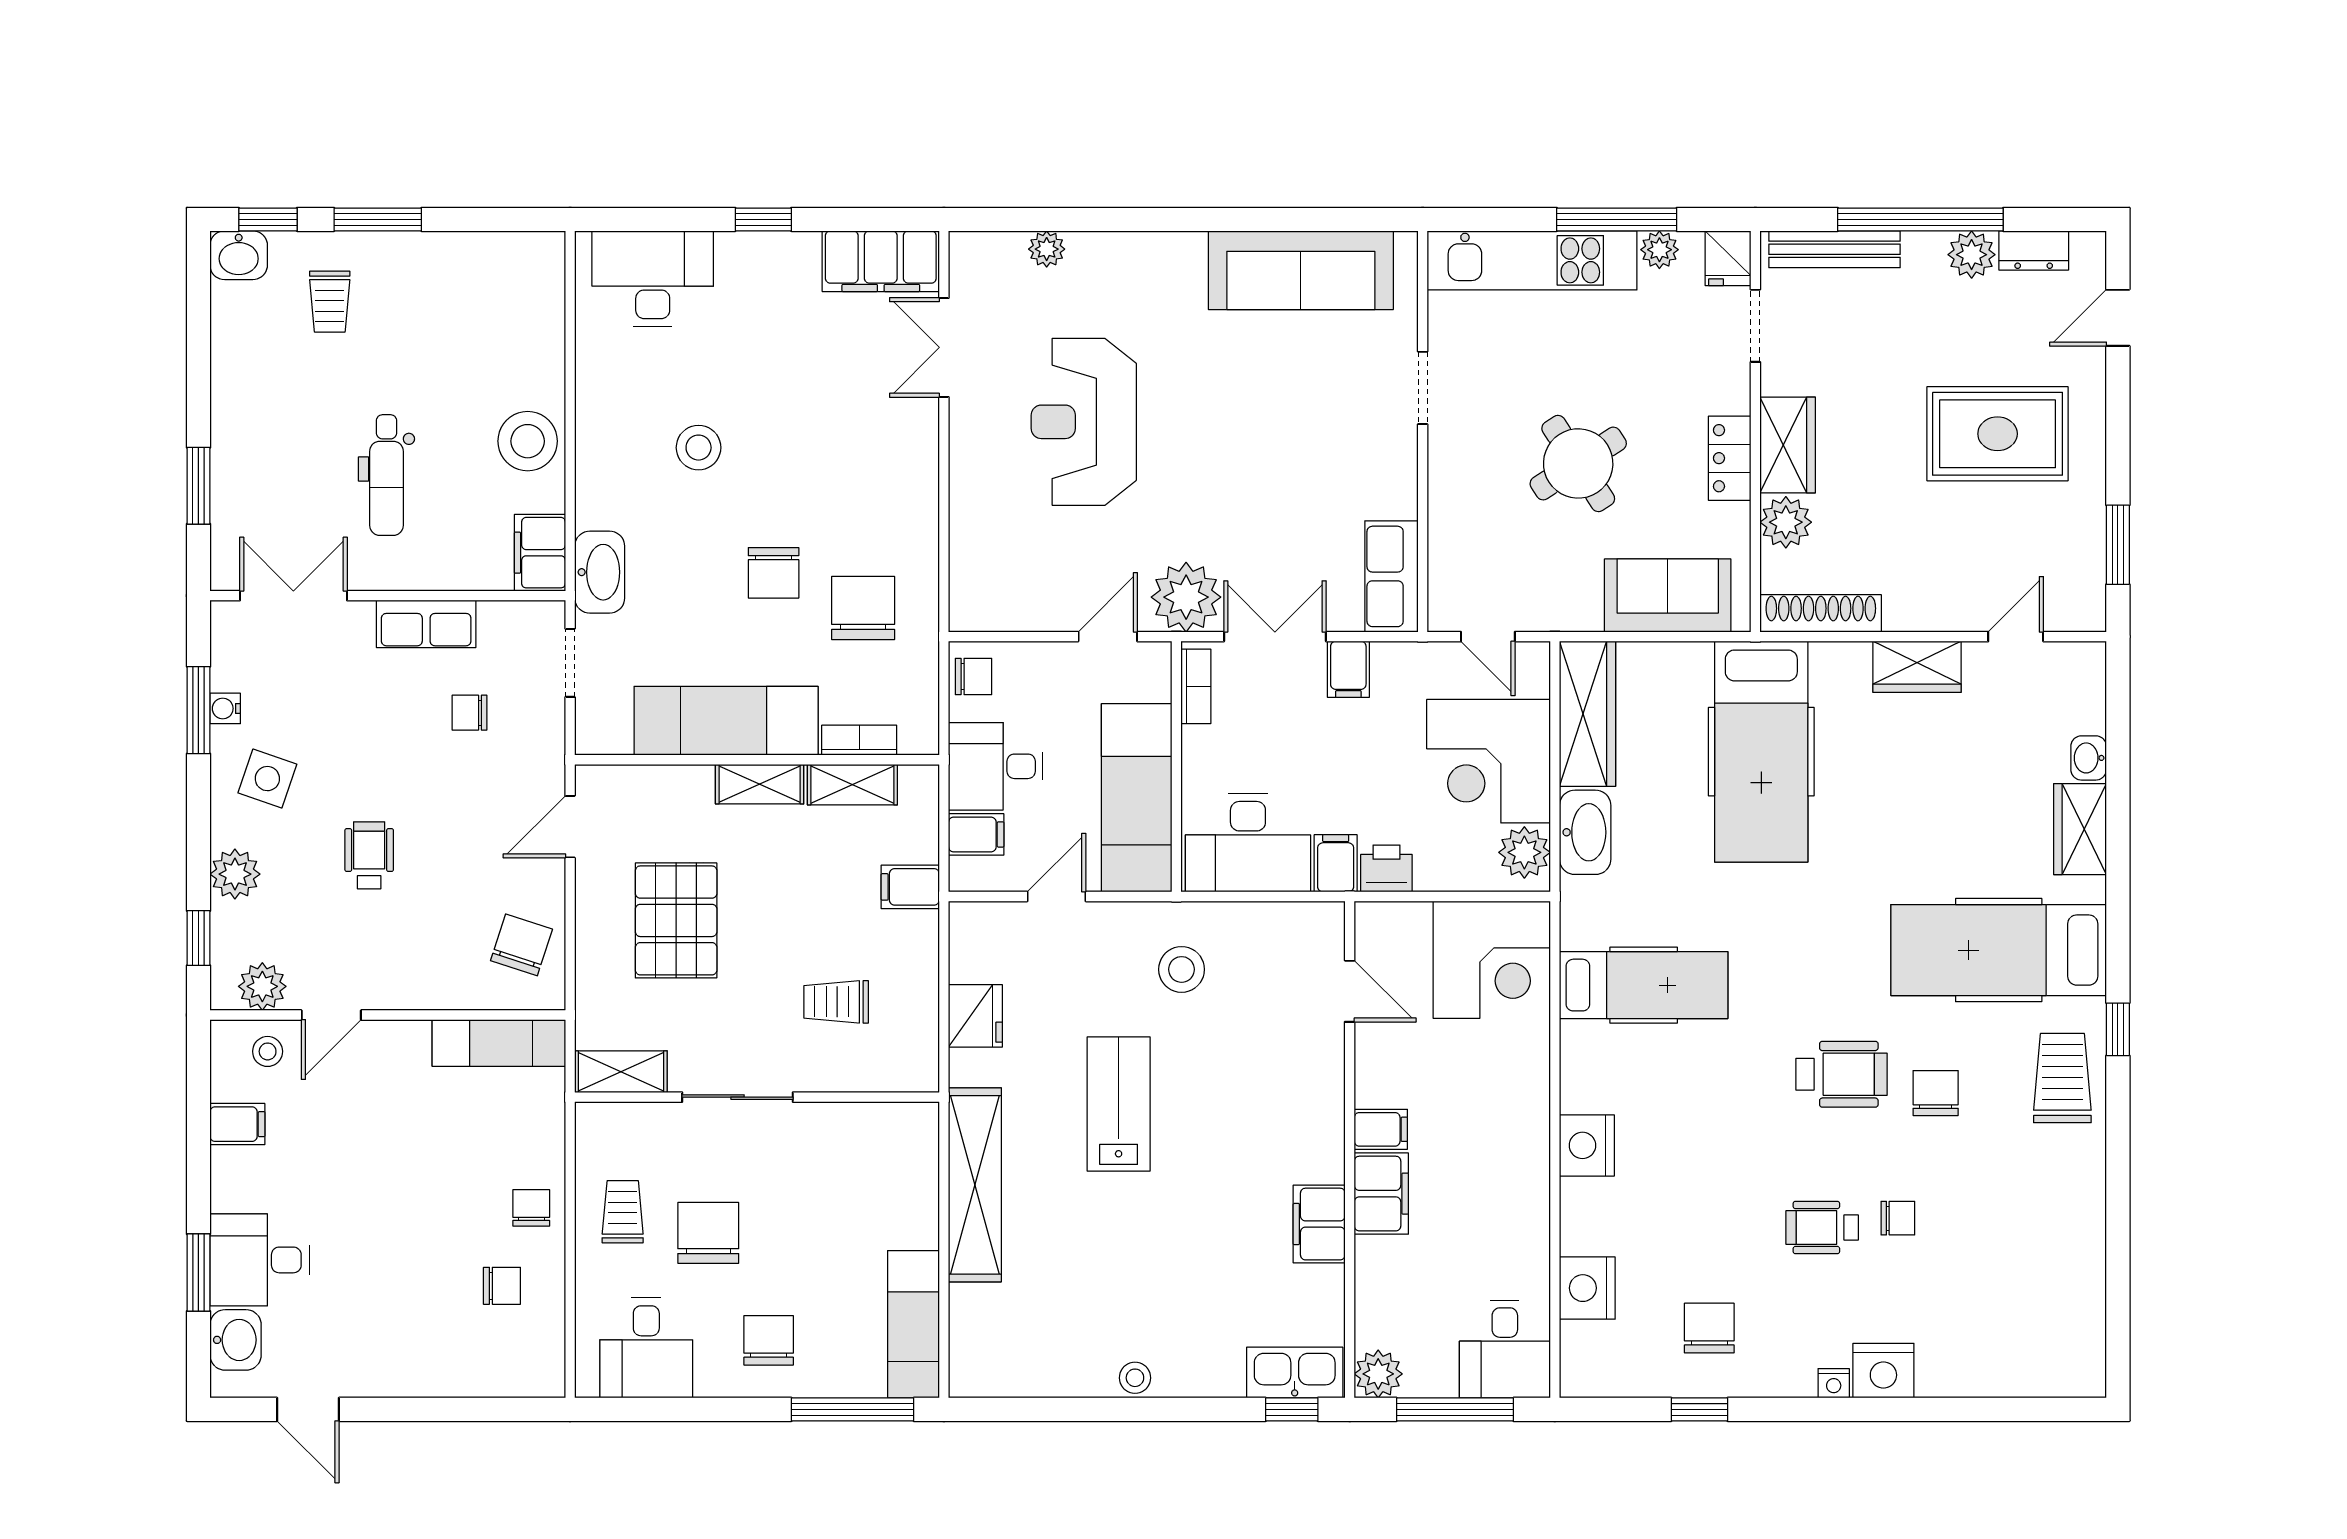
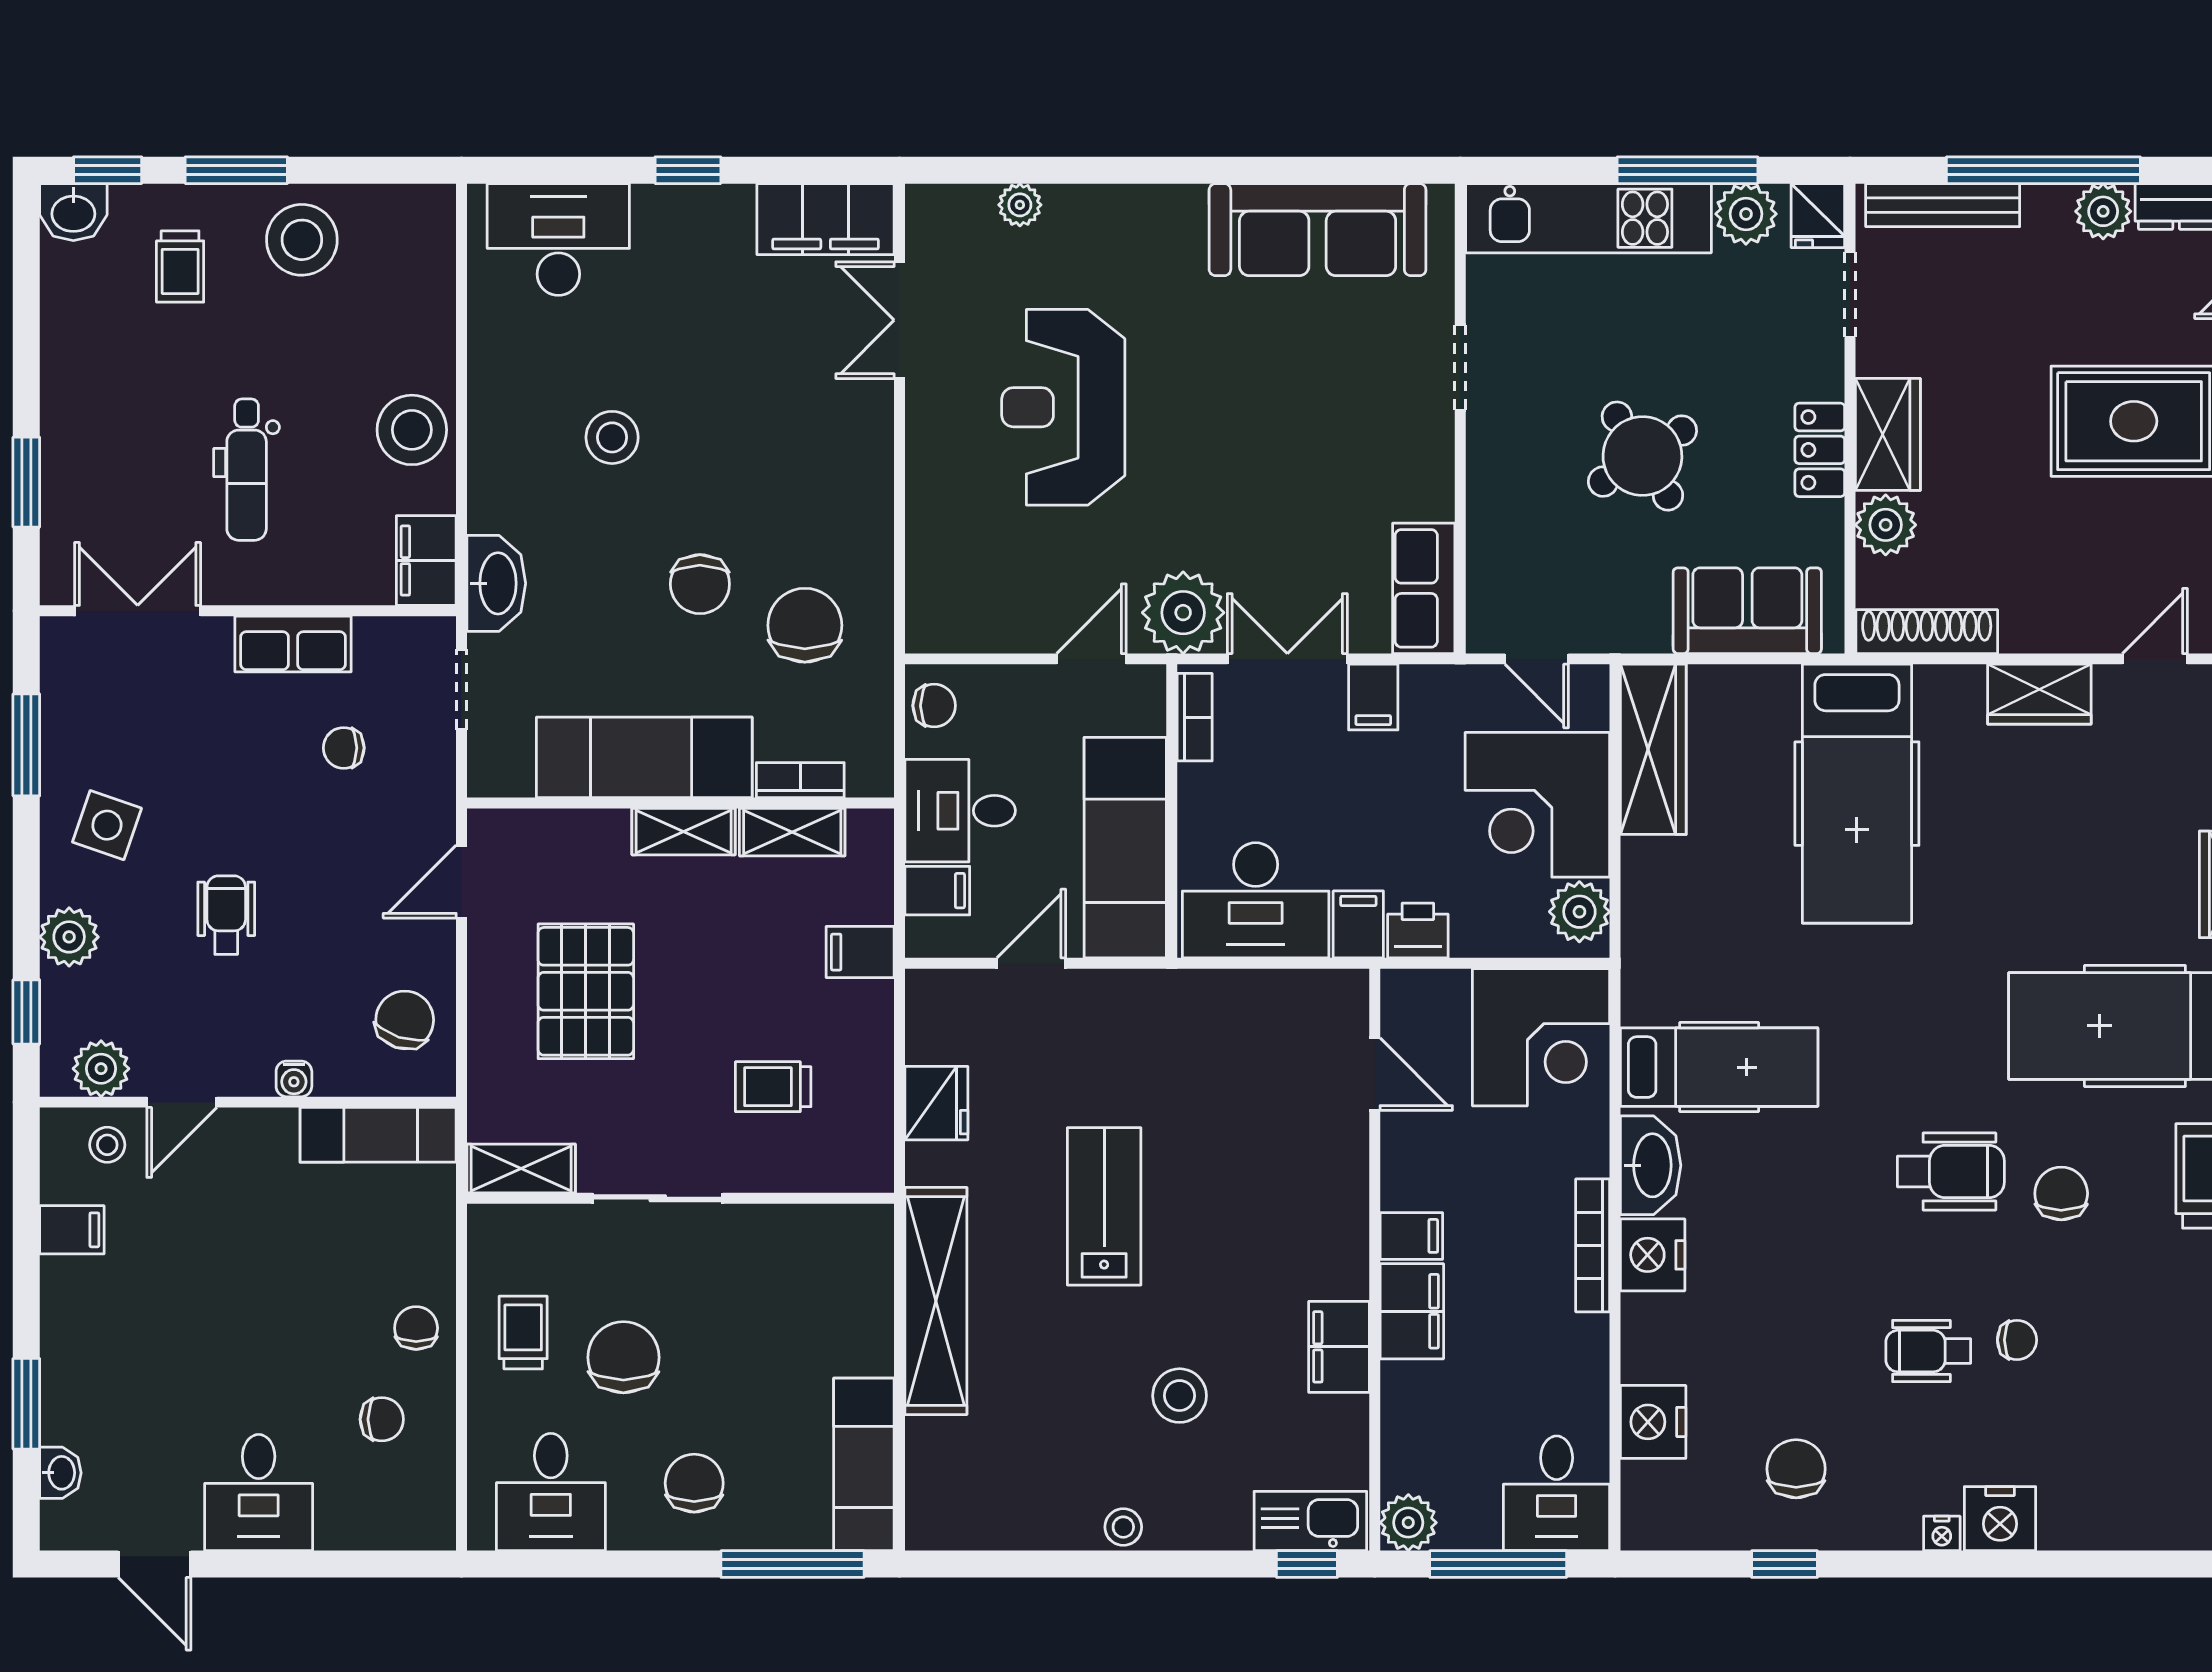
plant: (1659, 250) -> (1746, 214), width x1.38, depth x1.38
stool: (434, 279) -> (302, 240), added
water cooler: (225, 708) -> (294, 1079), moved, turned -90
washbasin: (1585, 832) -> (1651, 1165), moved
stool: (1182, 969) -> (1180, 1396), moved
bookcase: (1536, 1137) -> (1593, 1245), added
desk: (260, 1260) -> (259, 1493), moved, turned -90
washbasin: (236, 1340) -> (60, 1473), width x0.72, depth x0.69

